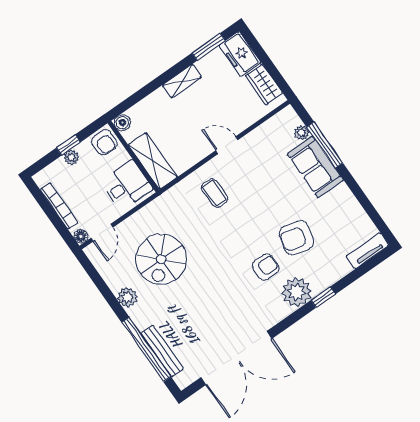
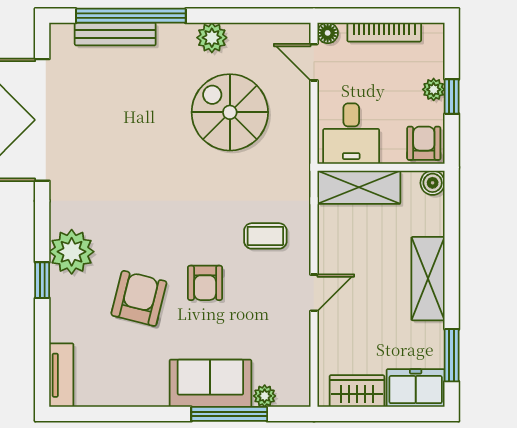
shelving: (182, 81) -> (428, 279), width x1.50, depth x1.33
armchair: (104, 142) -> (424, 143), turned 90
armchair: (266, 267) -> (205, 283), moved

